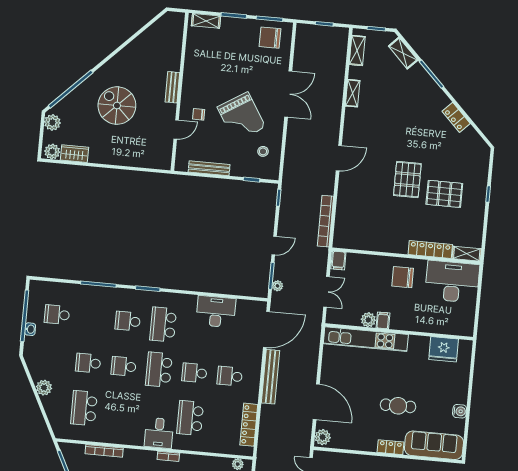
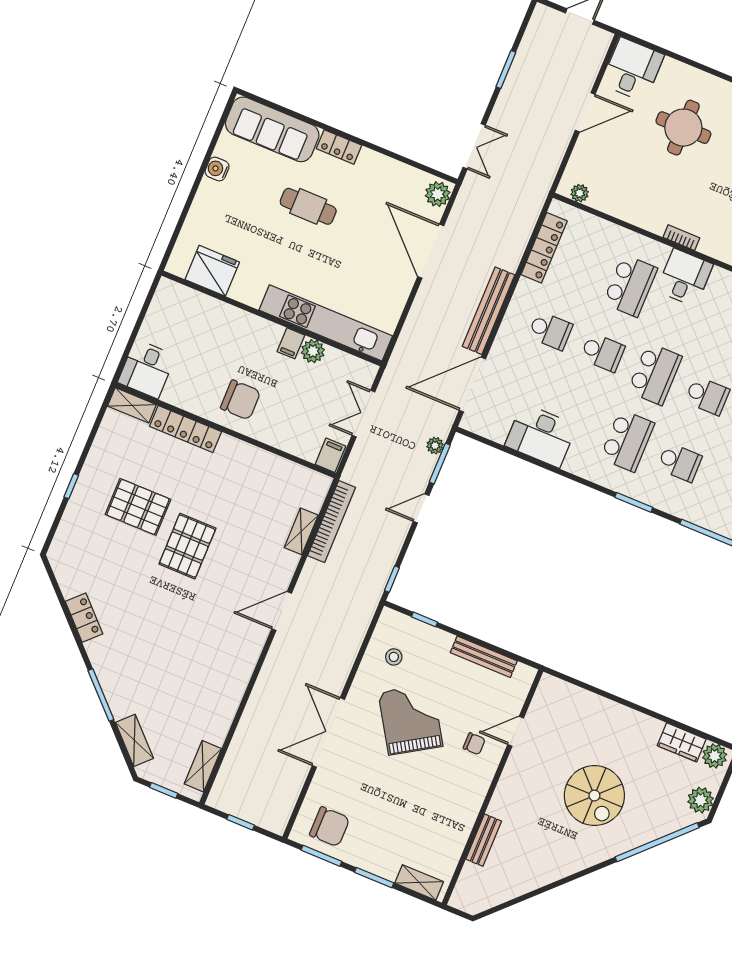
bench: (172, 87) -> (484, 840), moved
shelving: (353, 93) -> (301, 531), moved
desk: (452, 282) -> (147, 369), width x0.53, depth x0.77

